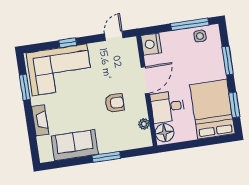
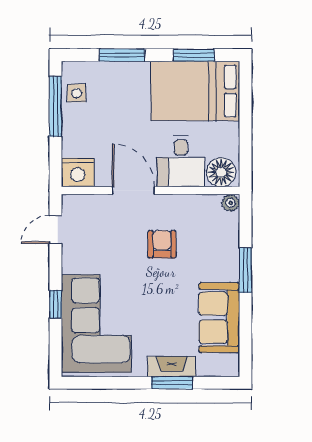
door: (114, 36) -> (56, 230), hinge flipped
window: (25, 87) -> (172, 383), moved
plant: (144, 124) -> (231, 203), moved

